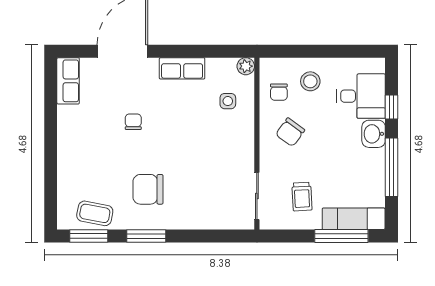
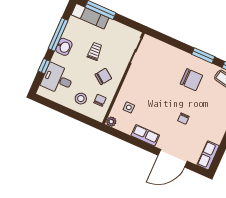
washbasin: (374, 134) -> (64, 47), moved
trolley: (302, 197) -> (95, 51), moved

